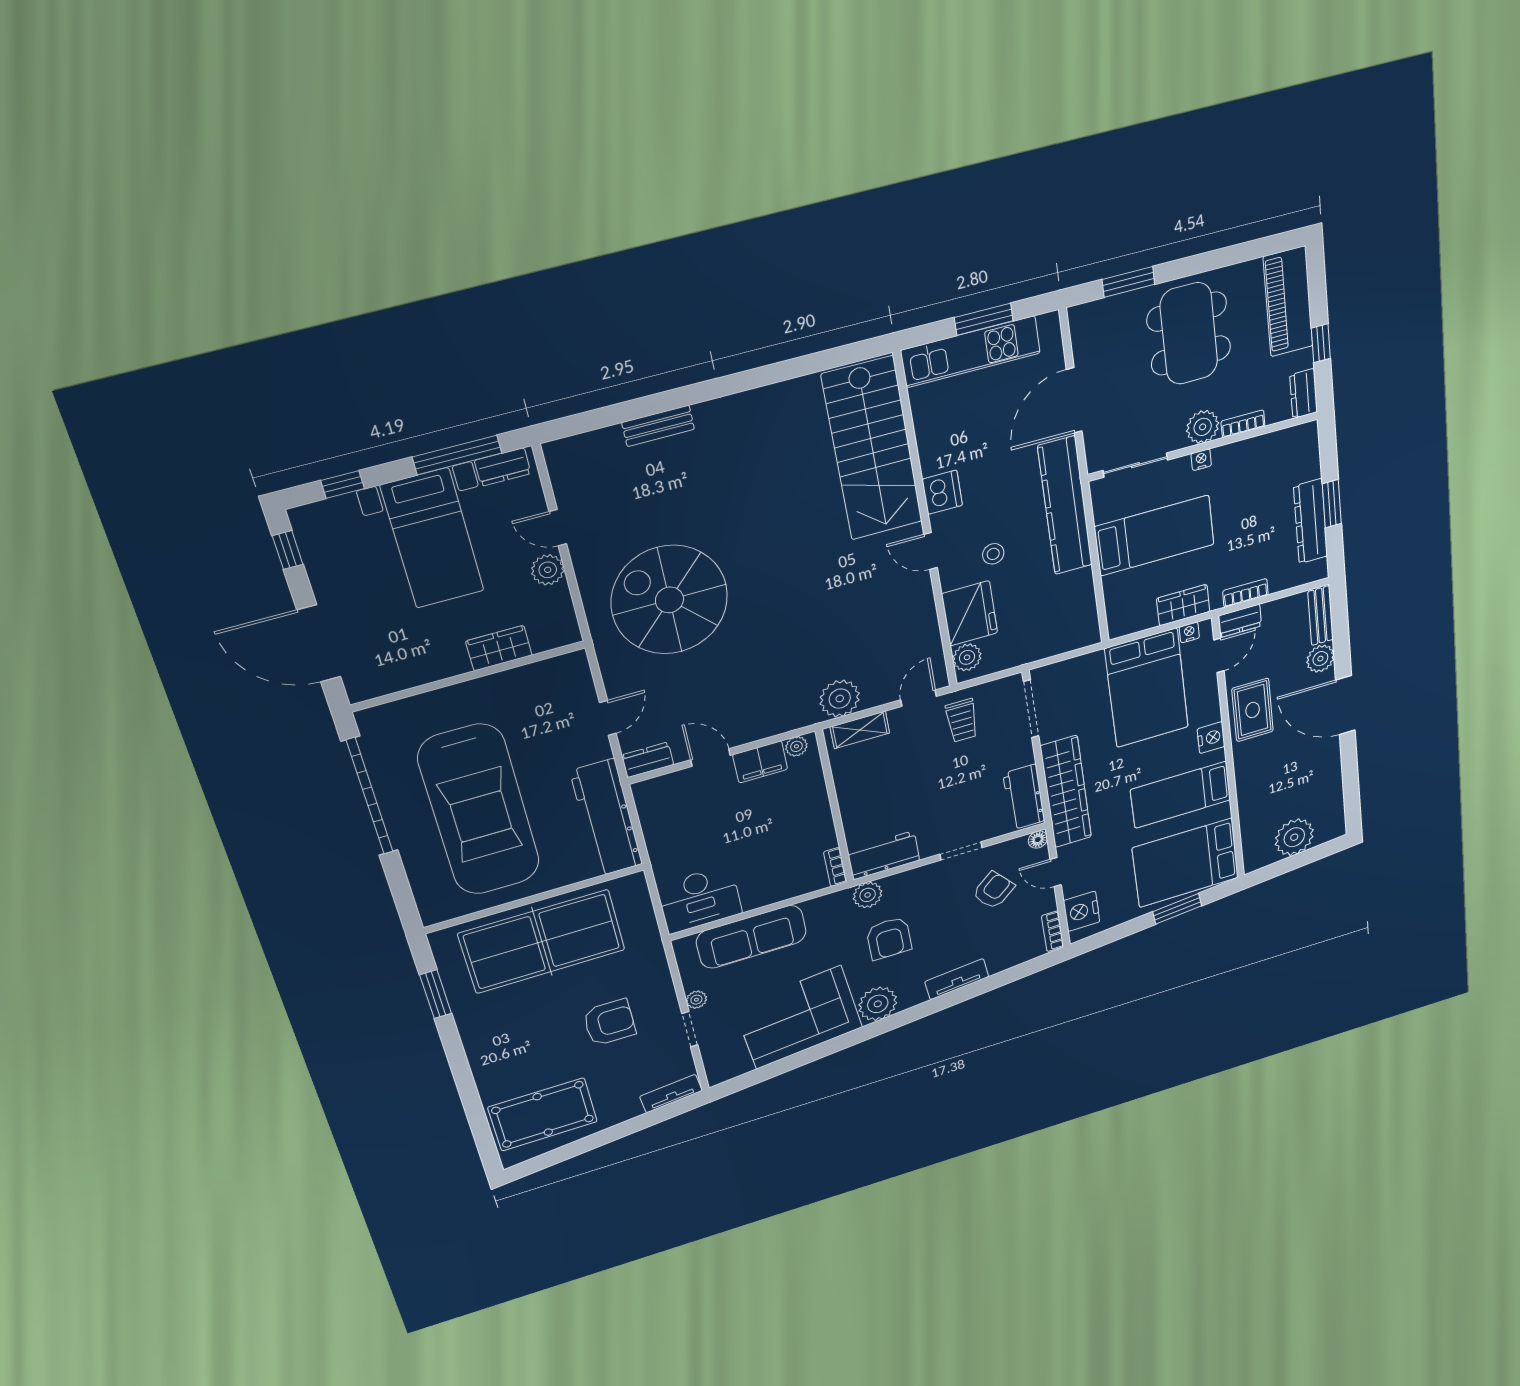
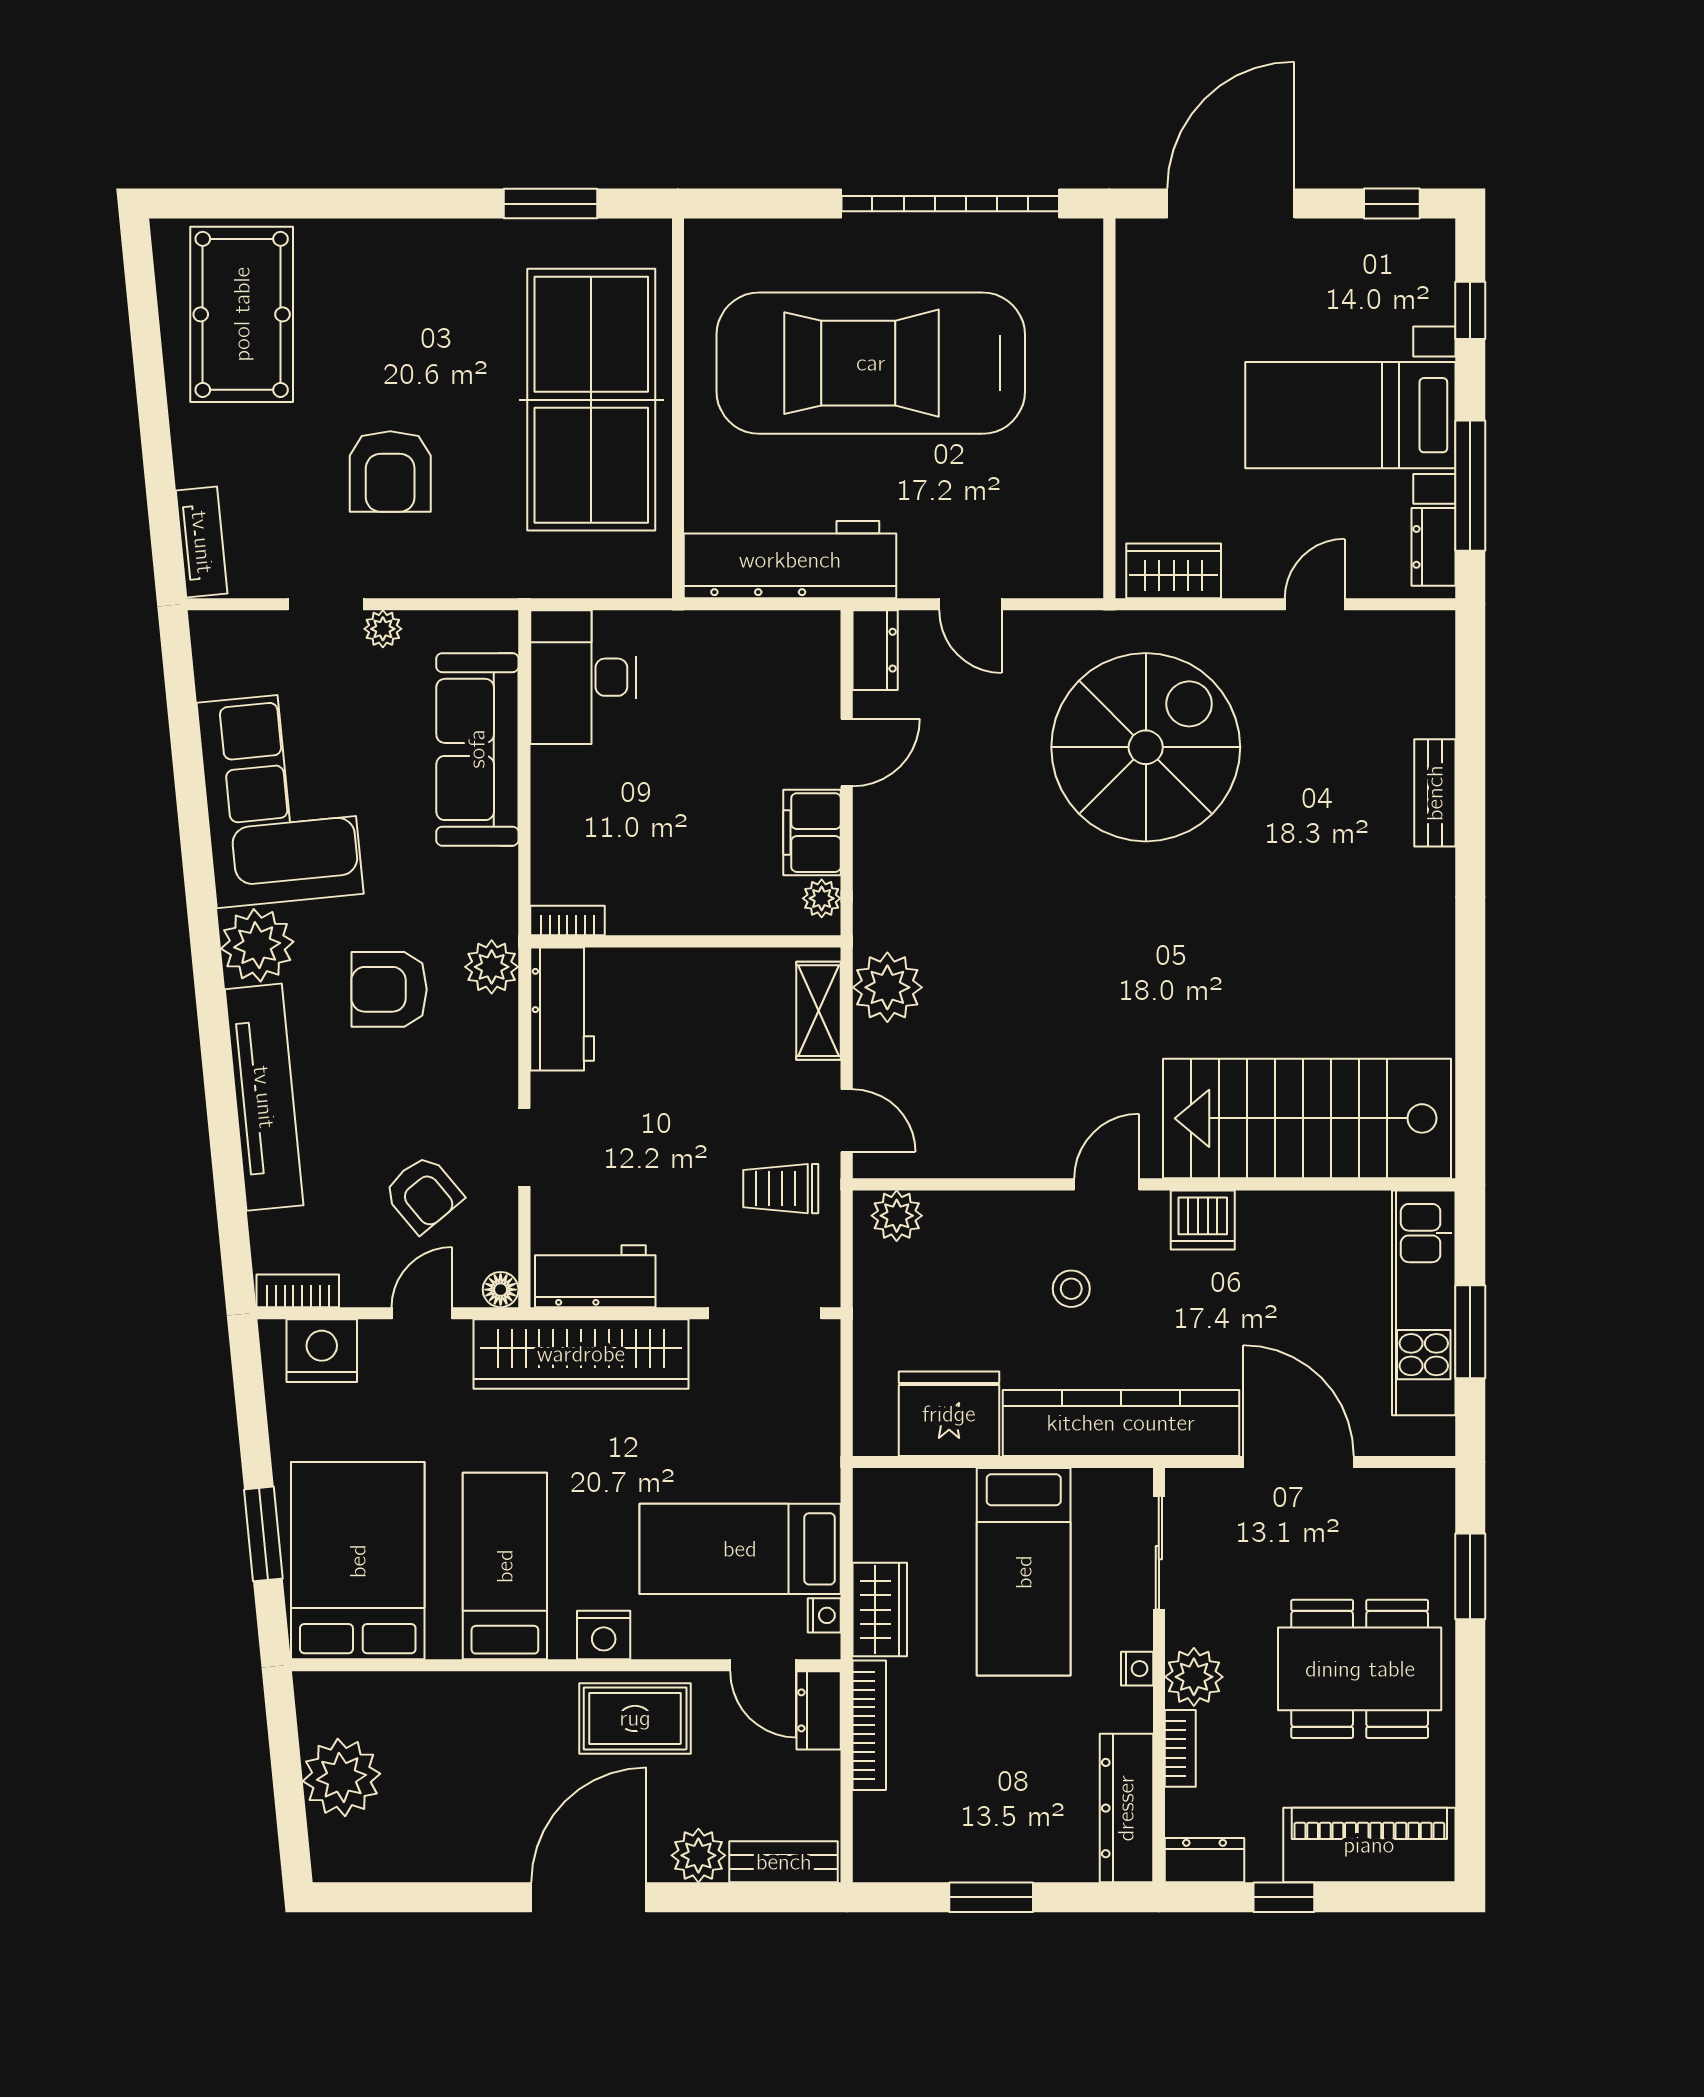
dresser: (1311, 521) -> (1126, 1808), moved, turned -90
plant: (548, 570) -> (1251, 572), removed
bookcase: (1245, 593) -> (869, 1725), width x1.56
fridge: (970, 613) -> (949, 1414), moved, turned 180
wardrobe: (499, 648) -> (1174, 571), moved, turned -90
bed: (1147, 688) -> (740, 1549), width x0.67
tv unit: (957, 979) -> (264, 1097), width x1.92, depth x1.29

